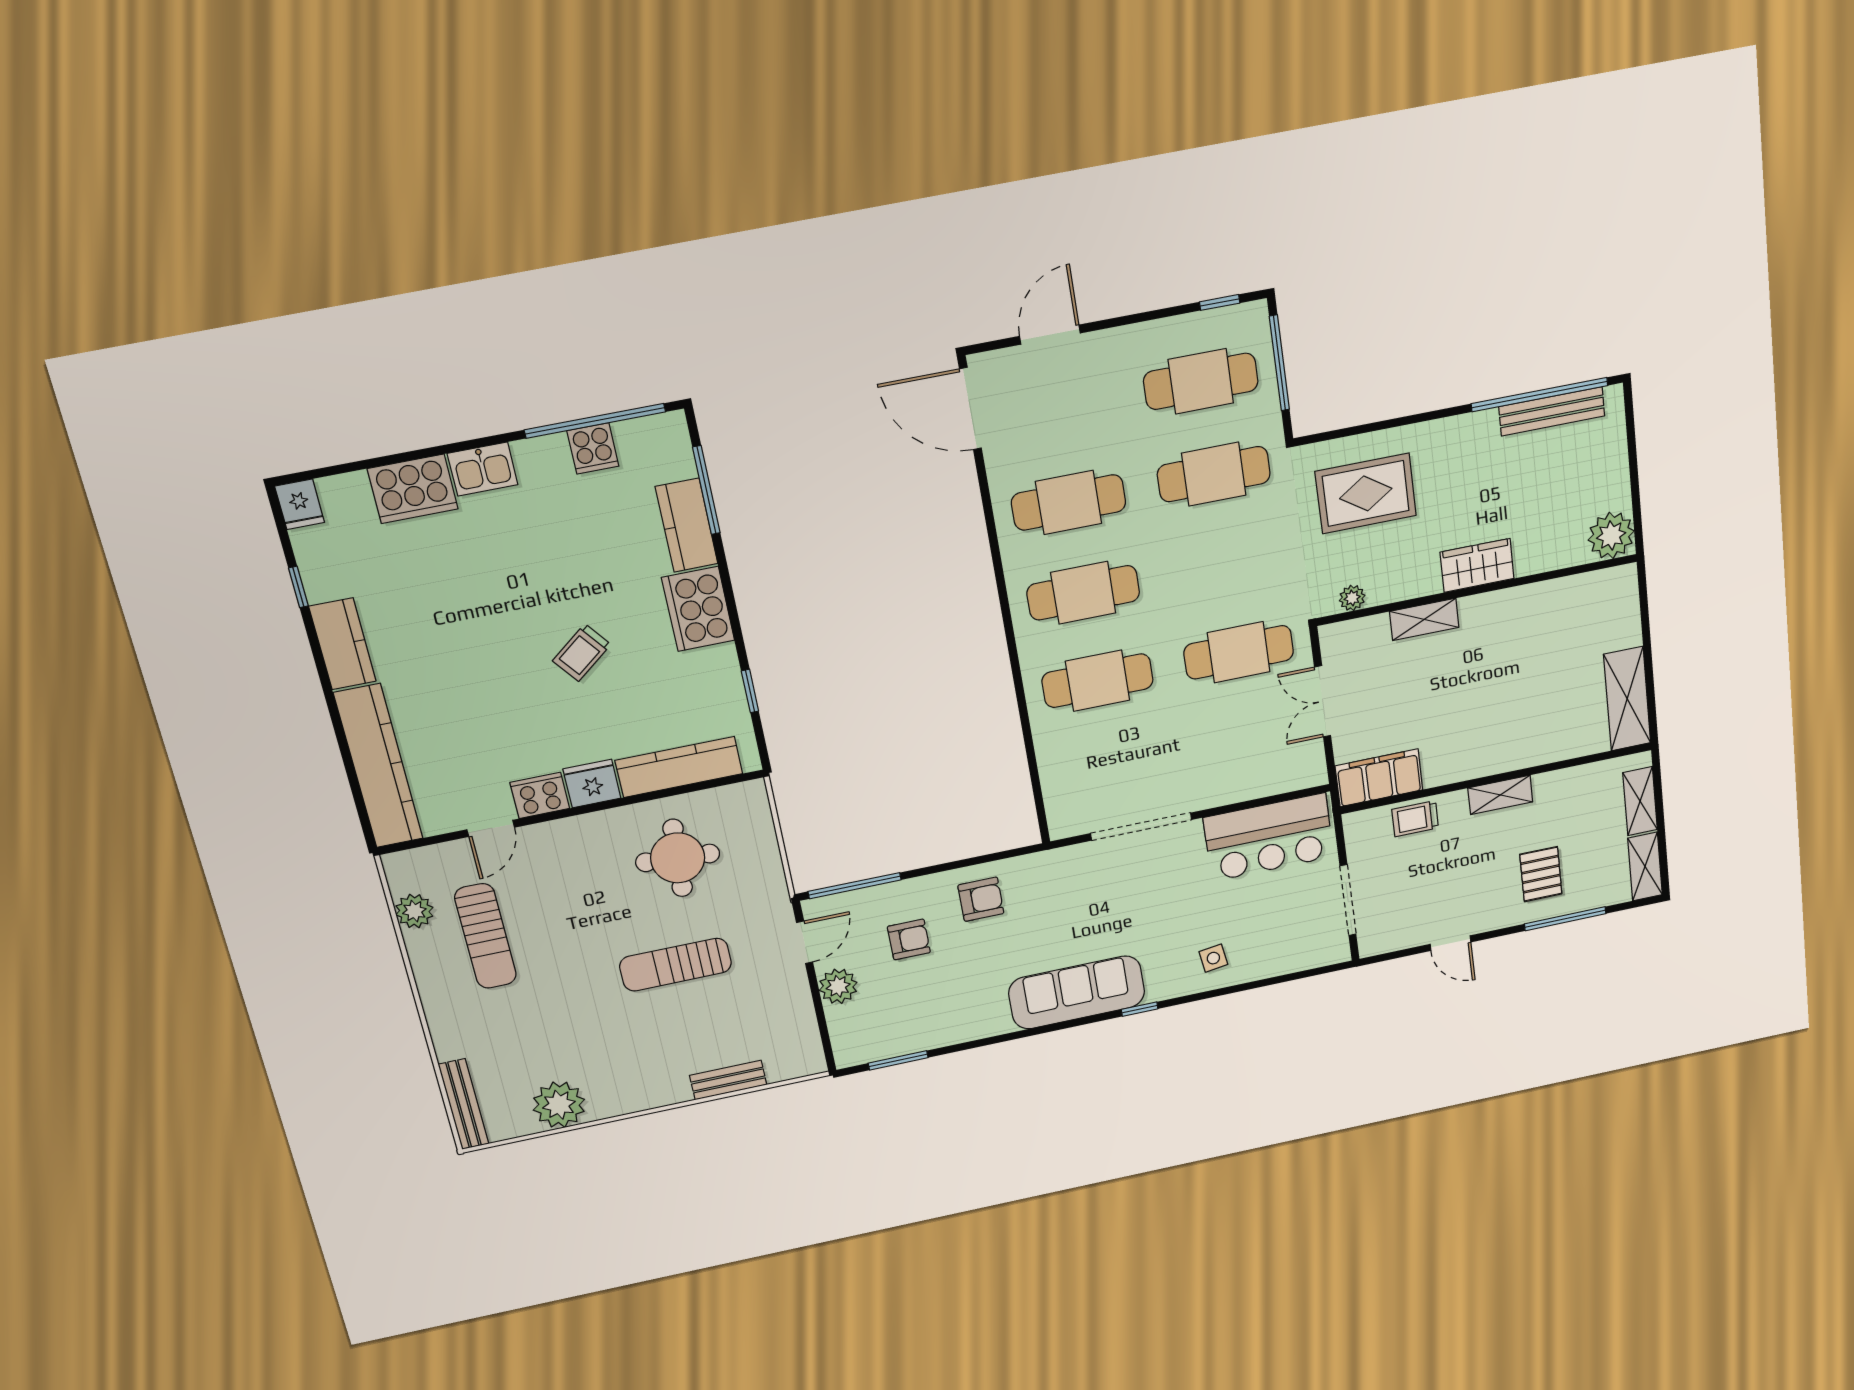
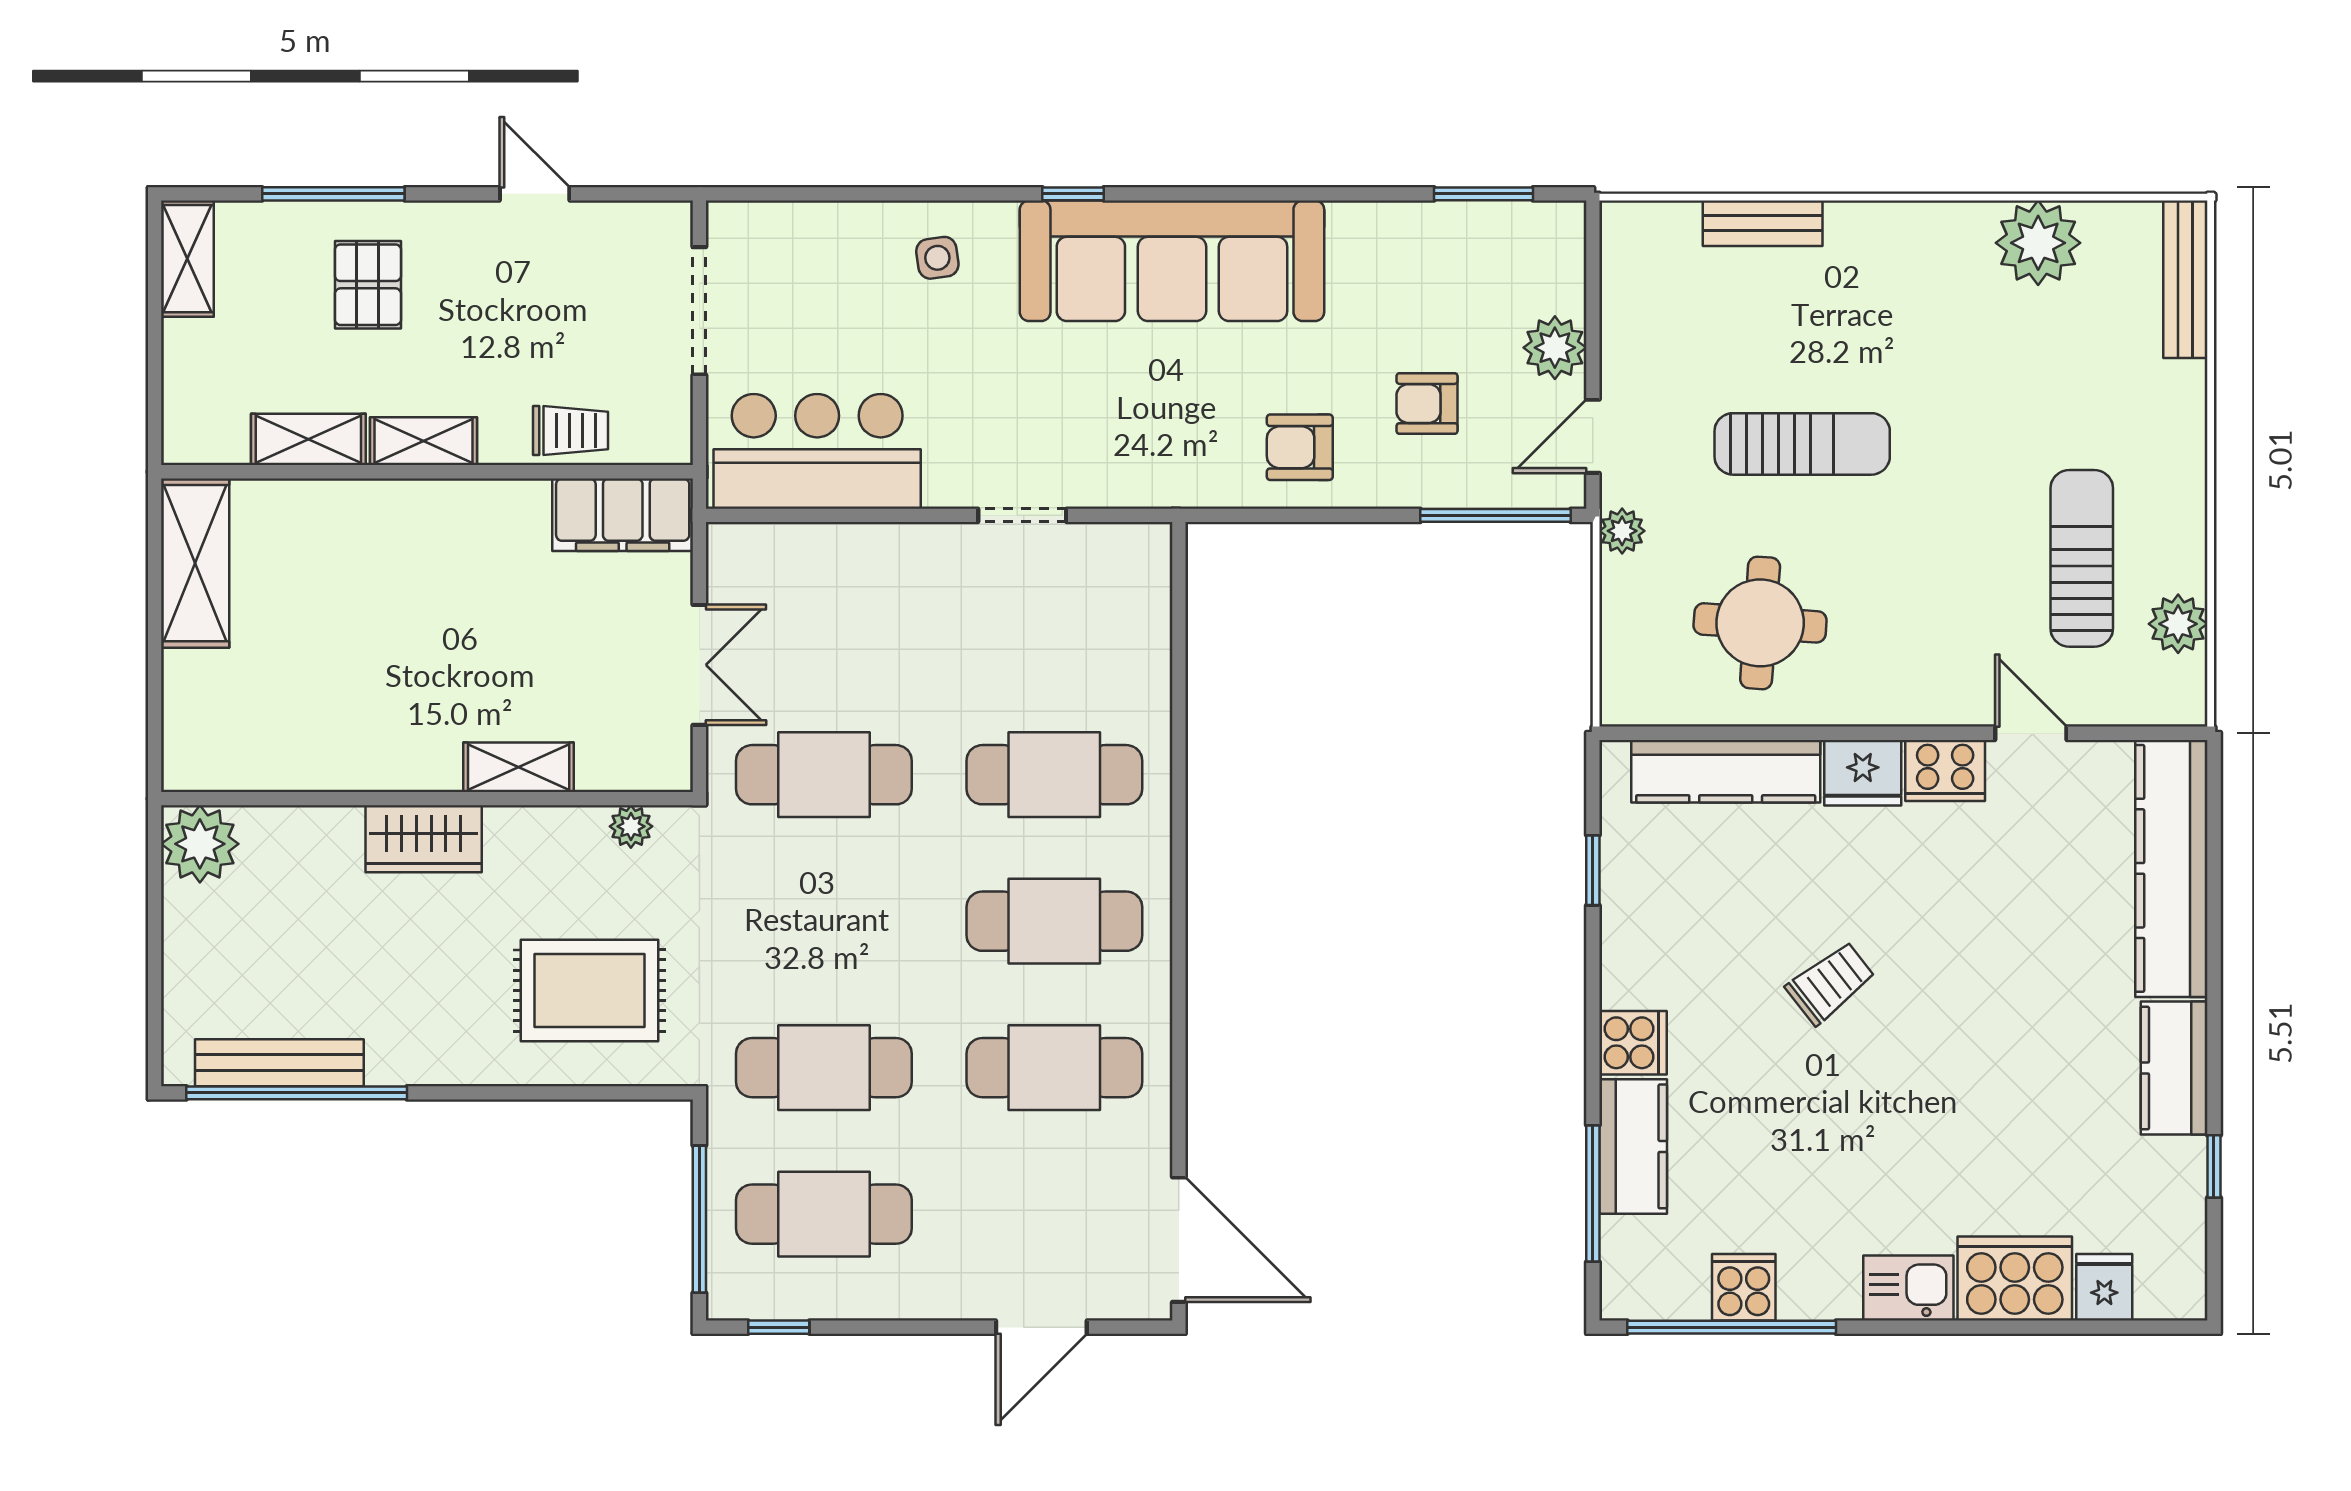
fridge: (300, 504) -> (2104, 1287), moved
cooker: (698, 609) -> (1633, 1043), width x0.53, depth x0.76
shelving: (1640, 801) -> (308, 439), moved, turned 90
doorway: (1141, 827) -> (1022, 515), width x0.53
door: (491, 828) -> (2031, 733), hinge flipped
plant: (775, 893) -> (1622, 531), added
sofa: (1077, 992) -> (1172, 261), width x1.36, depth x1.27

